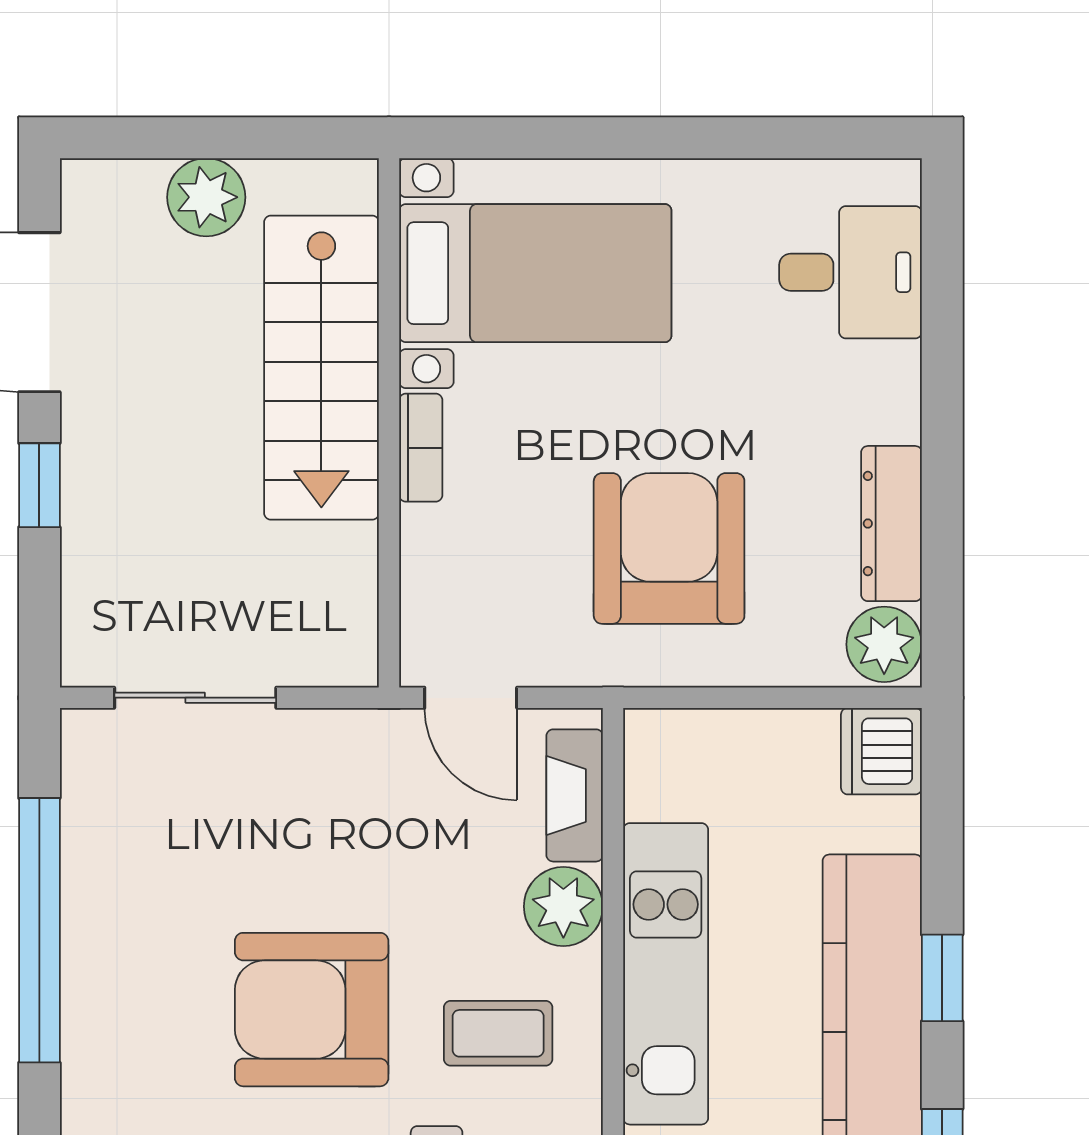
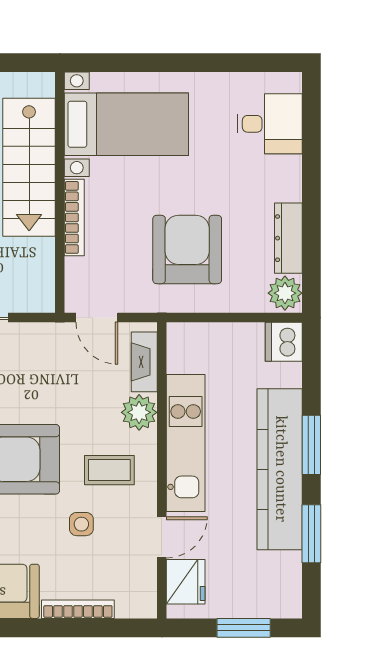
bookcase: (421, 448) -> (74, 217), width x1.56
window: (942, 978) -> (311, 445), width x1.50

